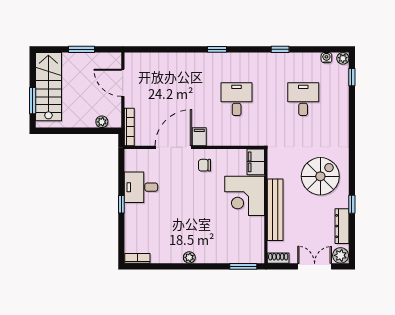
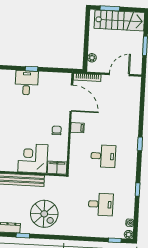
door: (173, 147) -> (71, 98), moved
desk: (141, 187) -> (27, 83), moved

